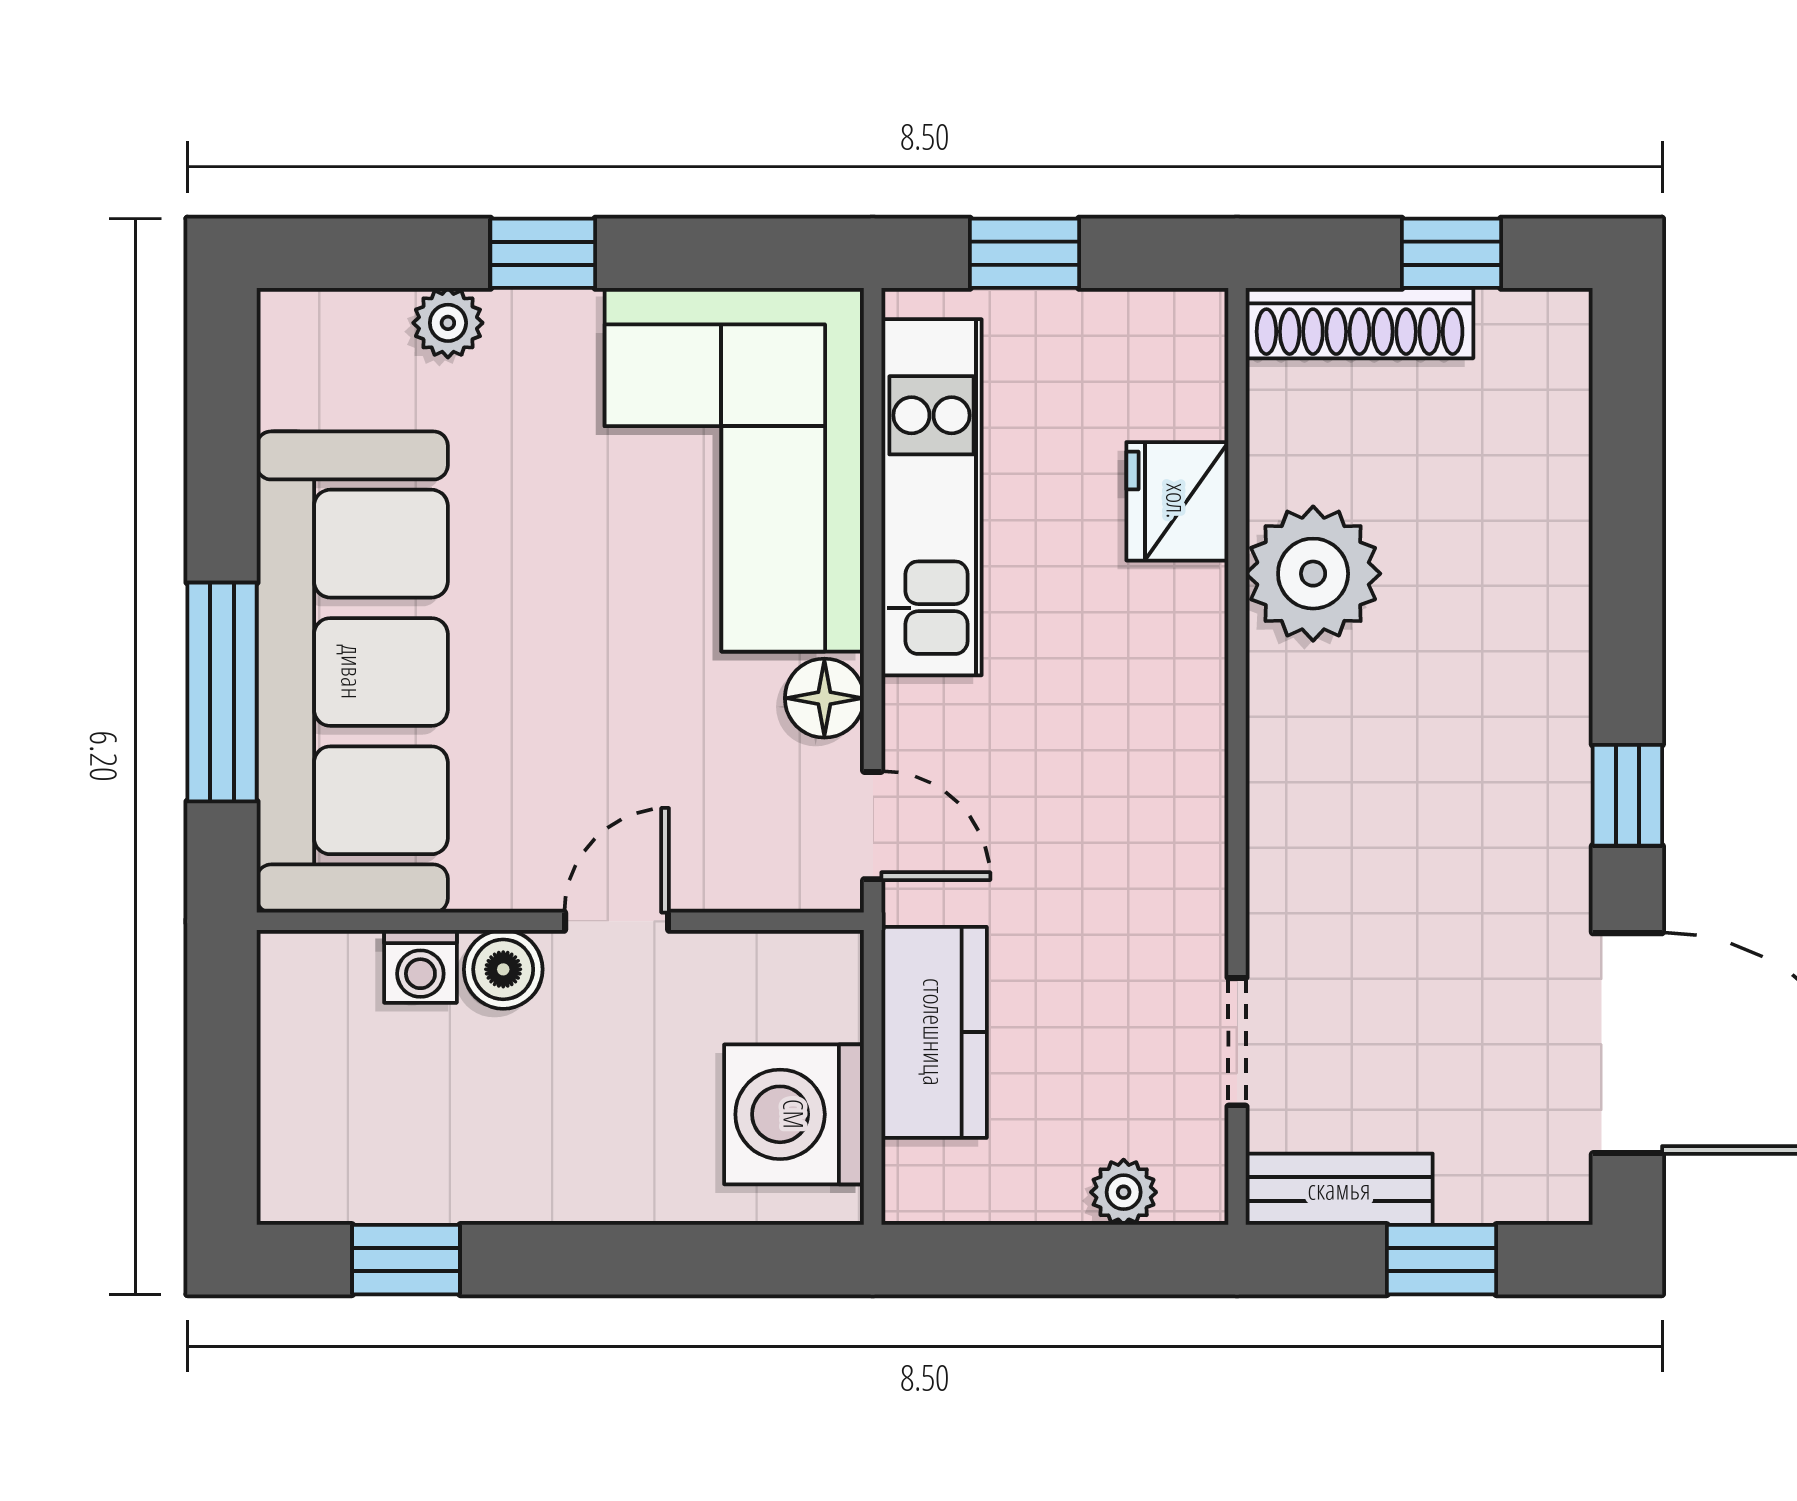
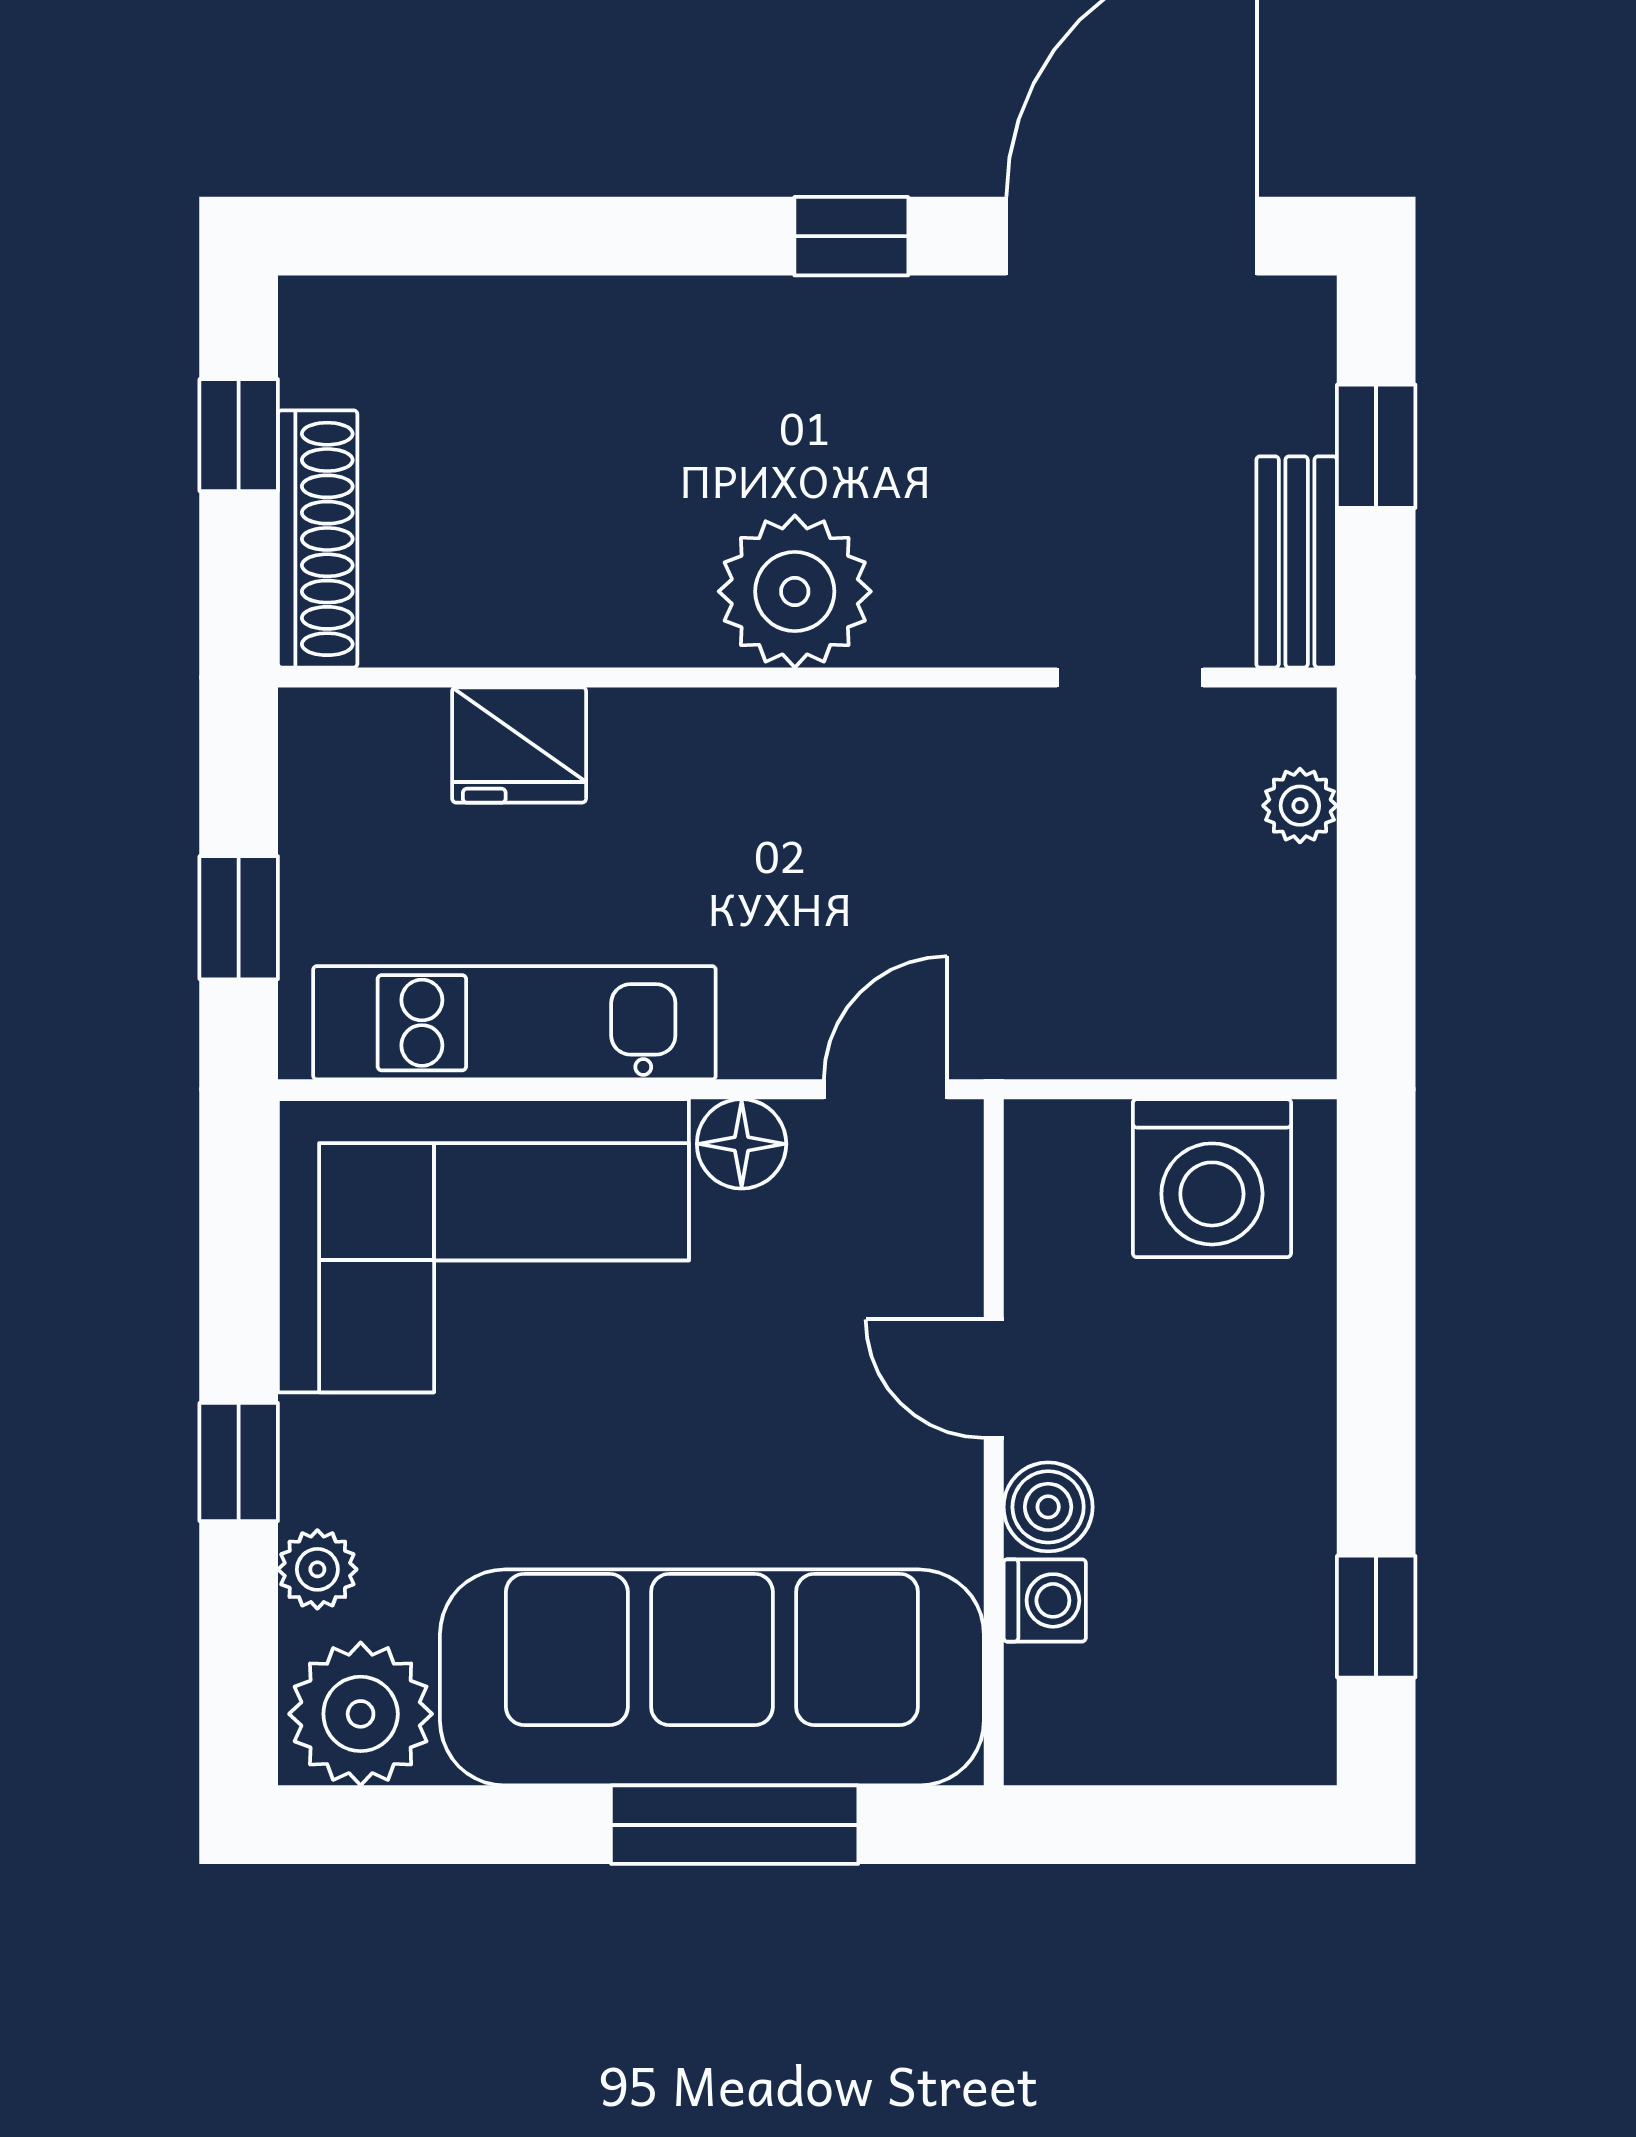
plant: (320, 361) -> (361, 1714), added
plant: (1313, 574) -> (795, 591), moved
kitchen counter: (934, 1032) -> (1119, 1020), removed

